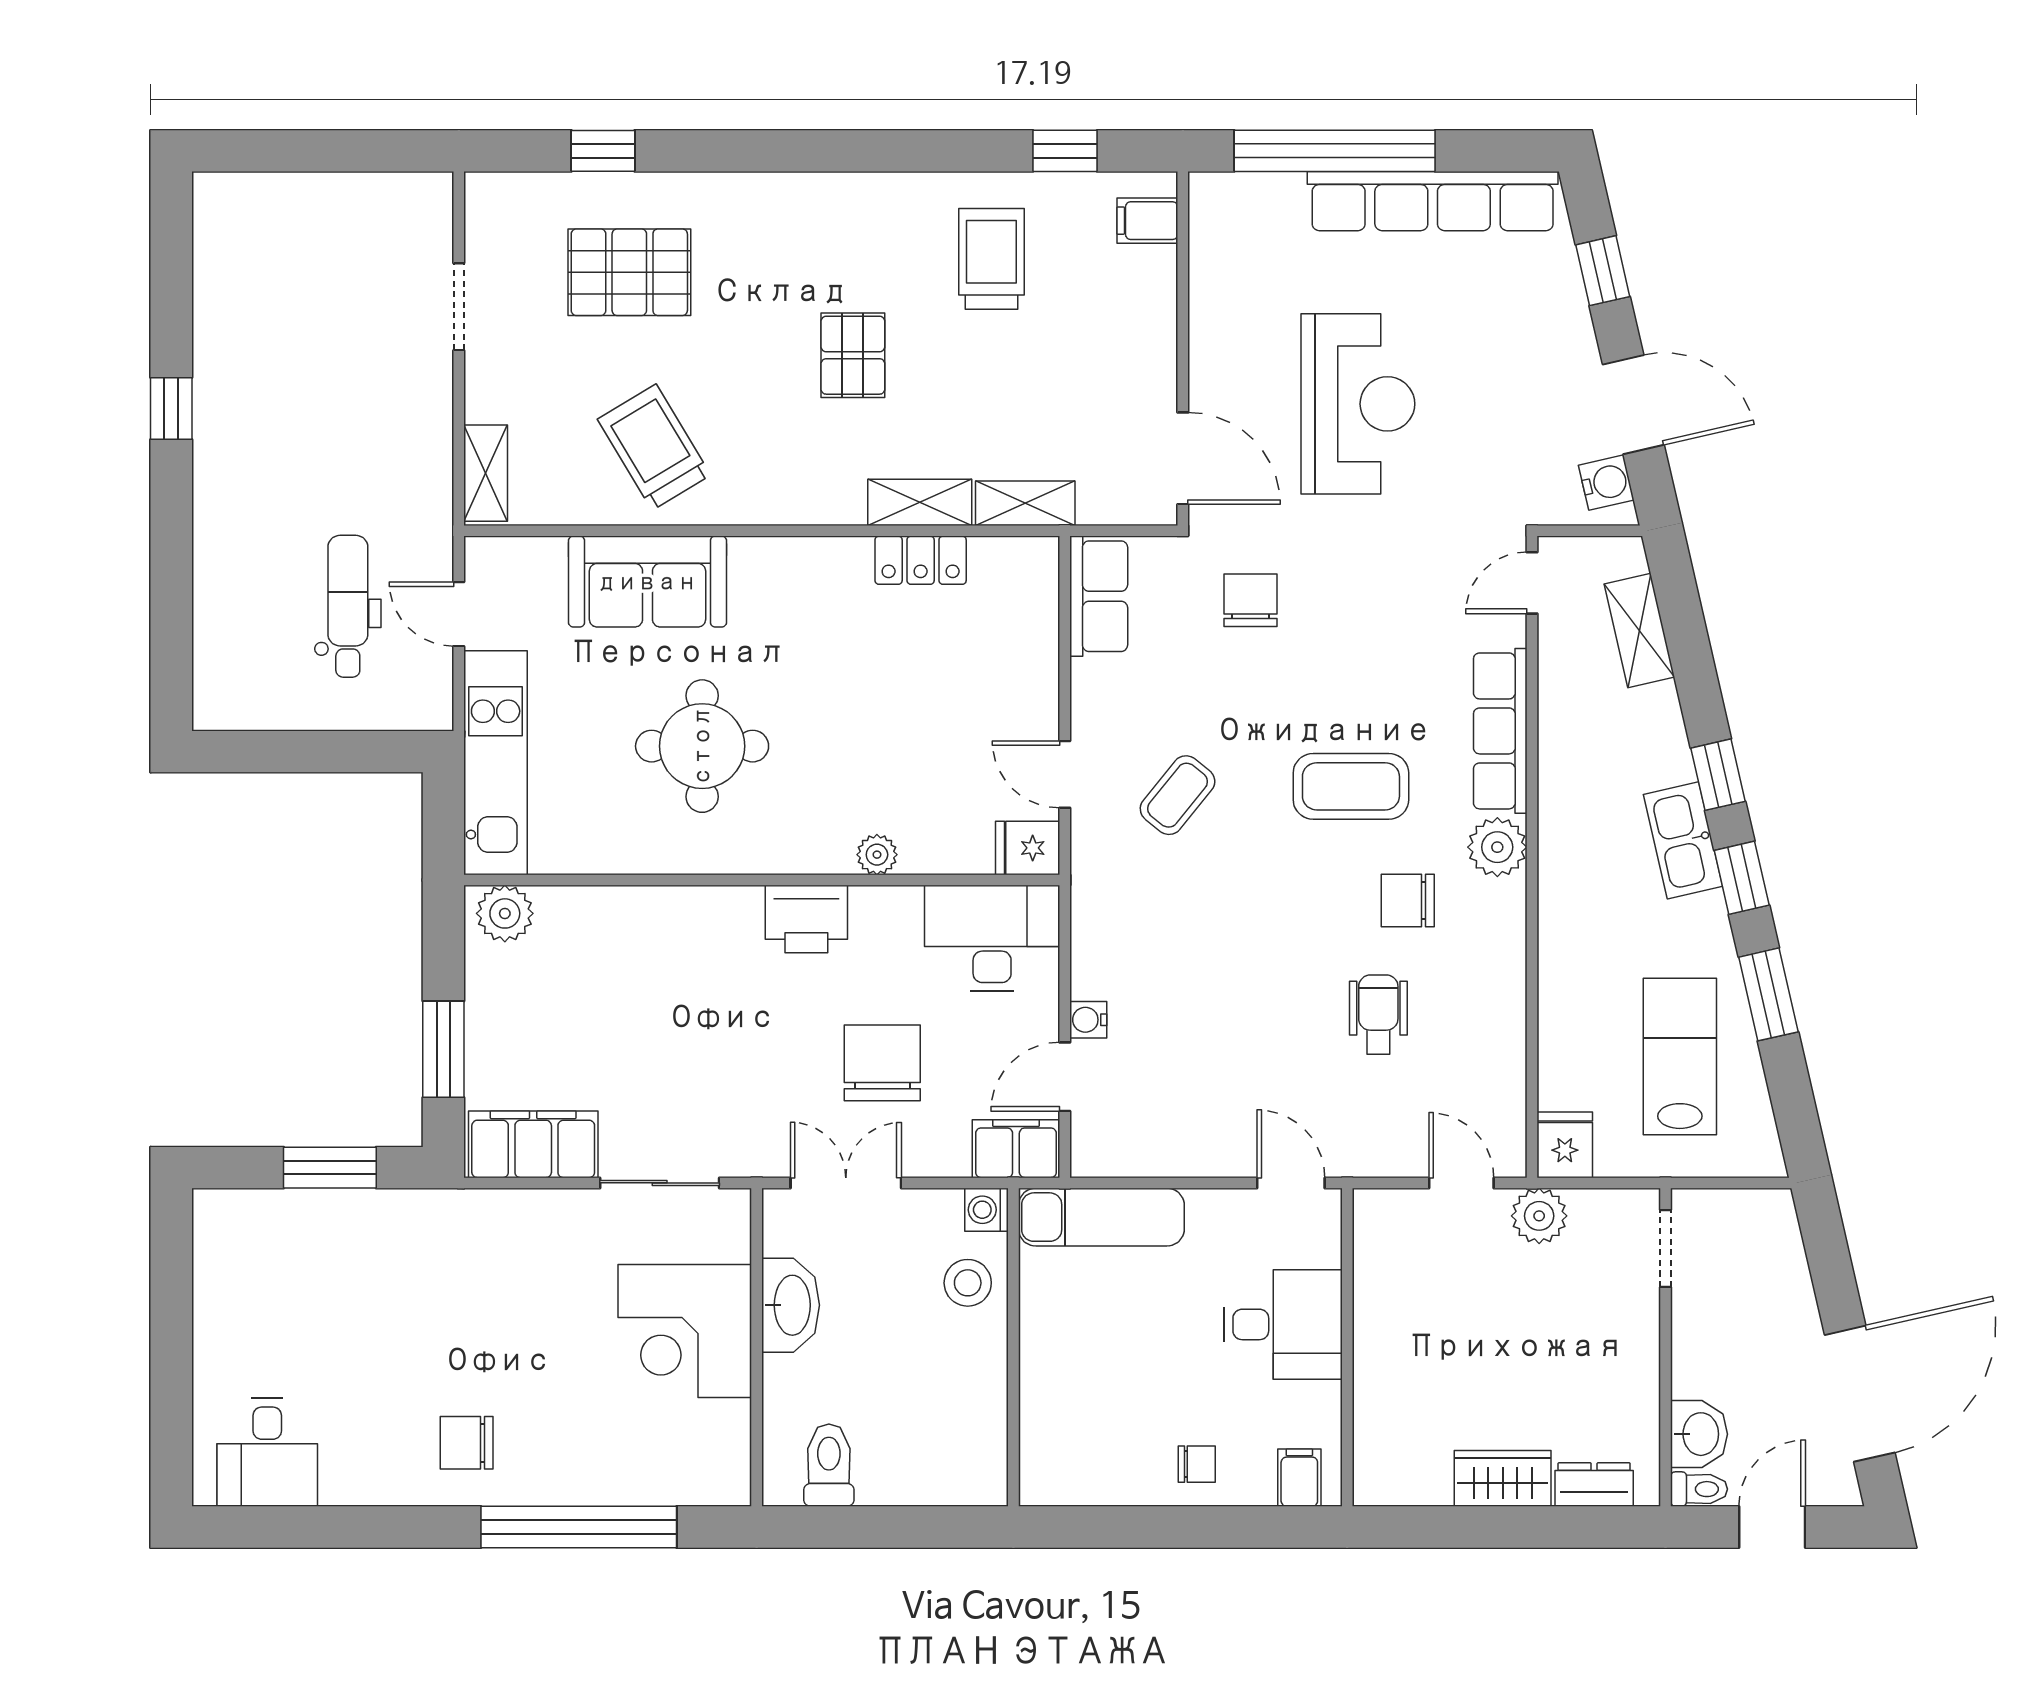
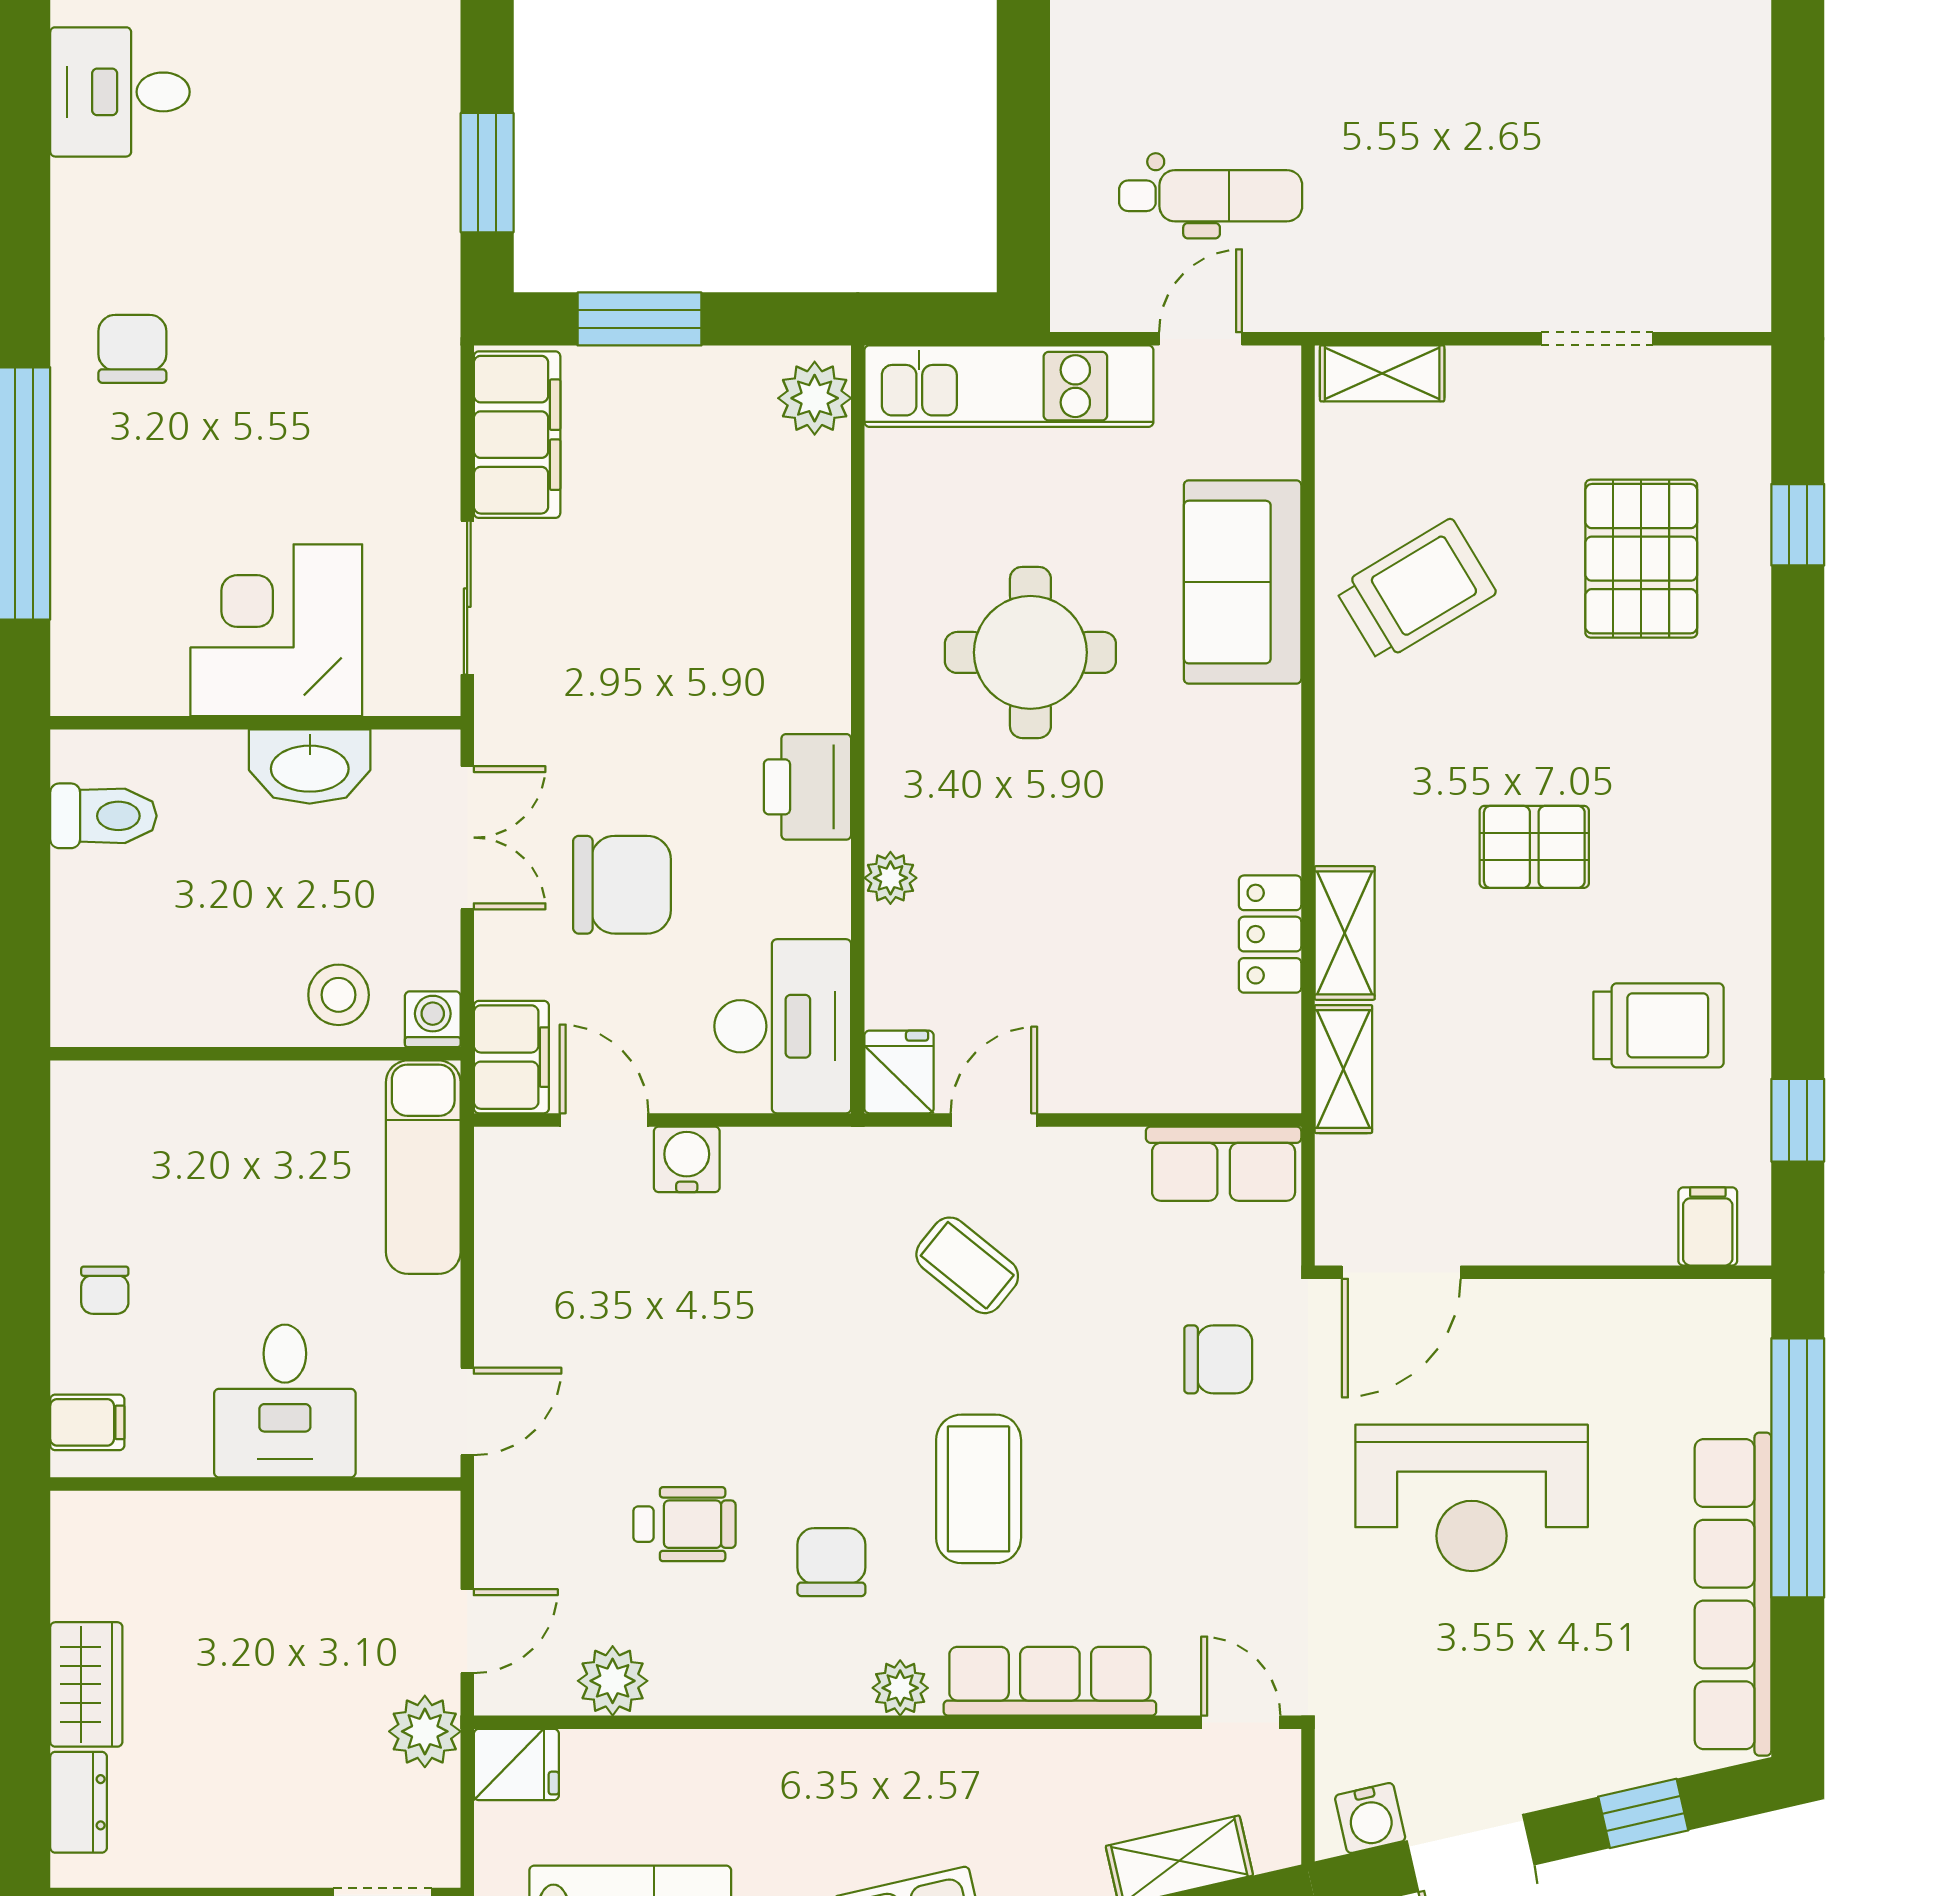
plant: (1497, 847) -> (900, 1688), width x0.73, depth x0.73
water cooler: (1088, 1020) -> (687, 1159), width x1.38, depth x1.38
plant: (1500, 1070) -> (613, 1681), added

